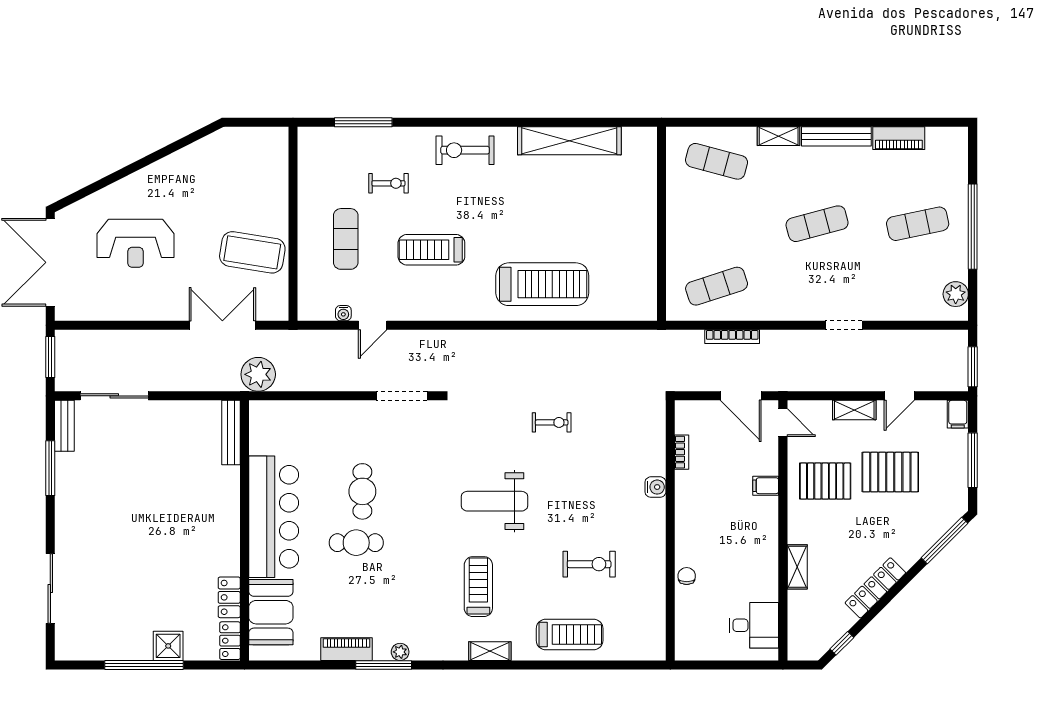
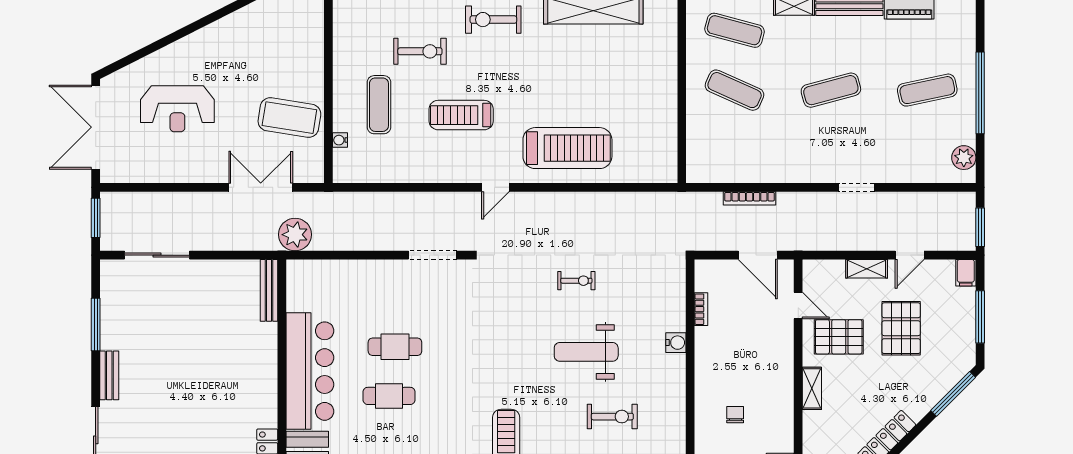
exercise bike: (388, 183) -> (420, 51), width x1.38, depth x1.39
exercise mat: (717, 286) -> (735, 90), moved, turned 42
water cooler: (343, 313) -> (340, 140), moved, turned 90
door: (373, 325) -> (495, 187), moved
door: (783, 423) -> (798, 305), moved
bench: (64, 426) -> (109, 375), moved
pallet: (890, 472) -> (901, 328), turned 90
filing cabinet: (766, 486) -> (782, 341), removed
cafe table: (362, 491) -> (395, 347), turned 90
weight bench: (494, 501) -> (586, 352), moved
shelving: (797, 567) -> (812, 388), moved
chair: (687, 576) -> (735, 415), moved

